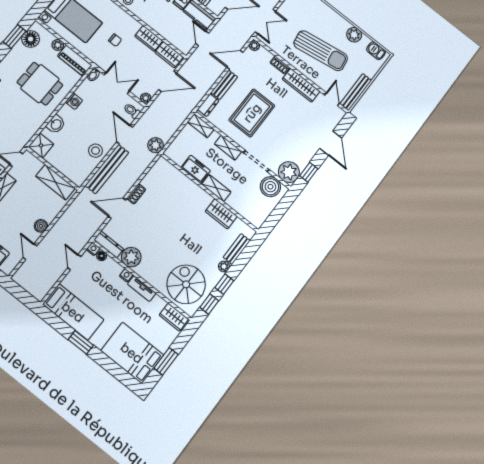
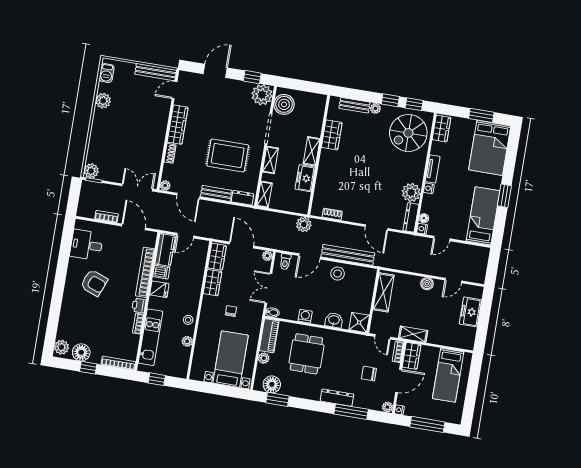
sun lounger: (321, 51) -> (136, 123), removed
shoe rack: (136, 194) -> (332, 214), moved

